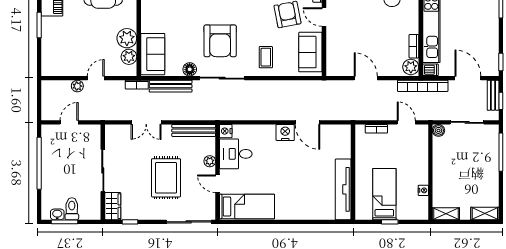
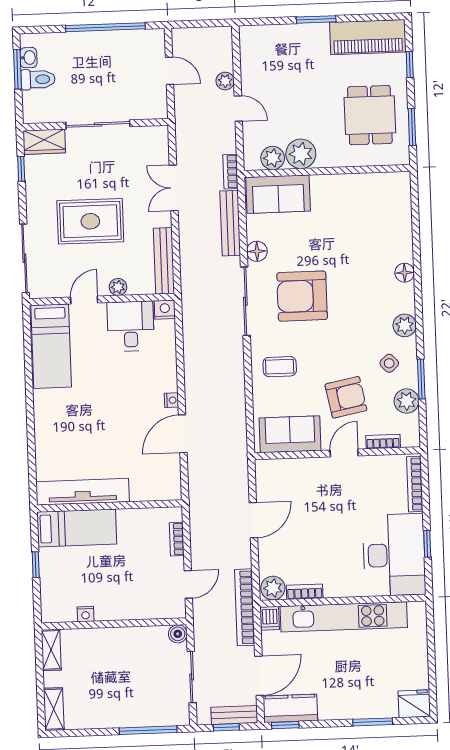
kitchen counter: (490, 58) -> (290, 708), added
nightstand: (285, 132) -> (171, 400), width x0.53, depth x0.56
bed: (384, 194) -> (77, 528), moved

